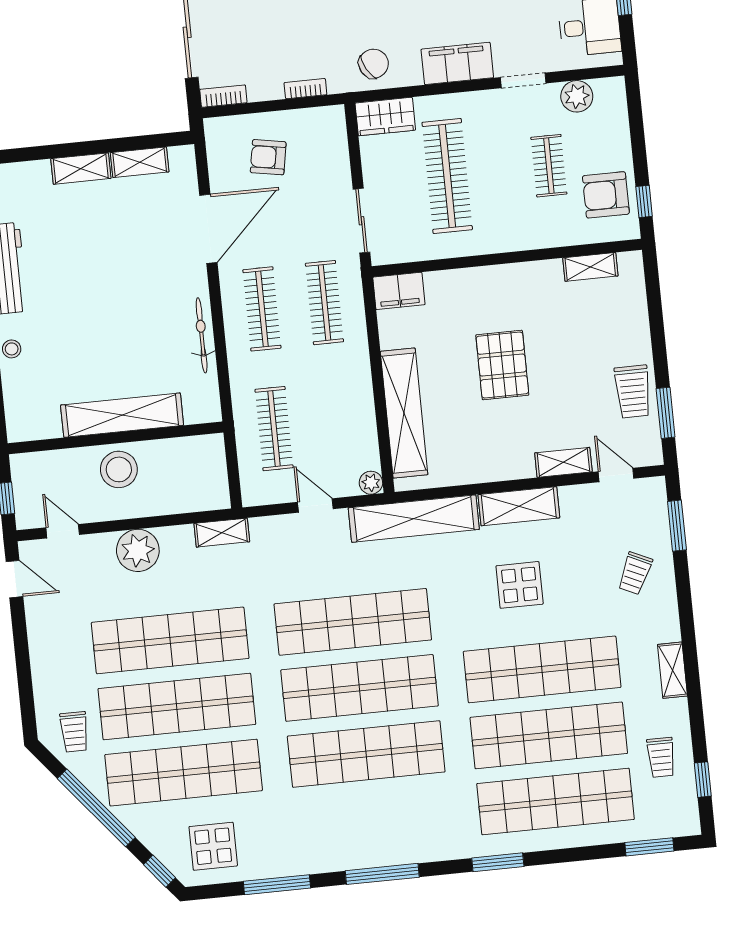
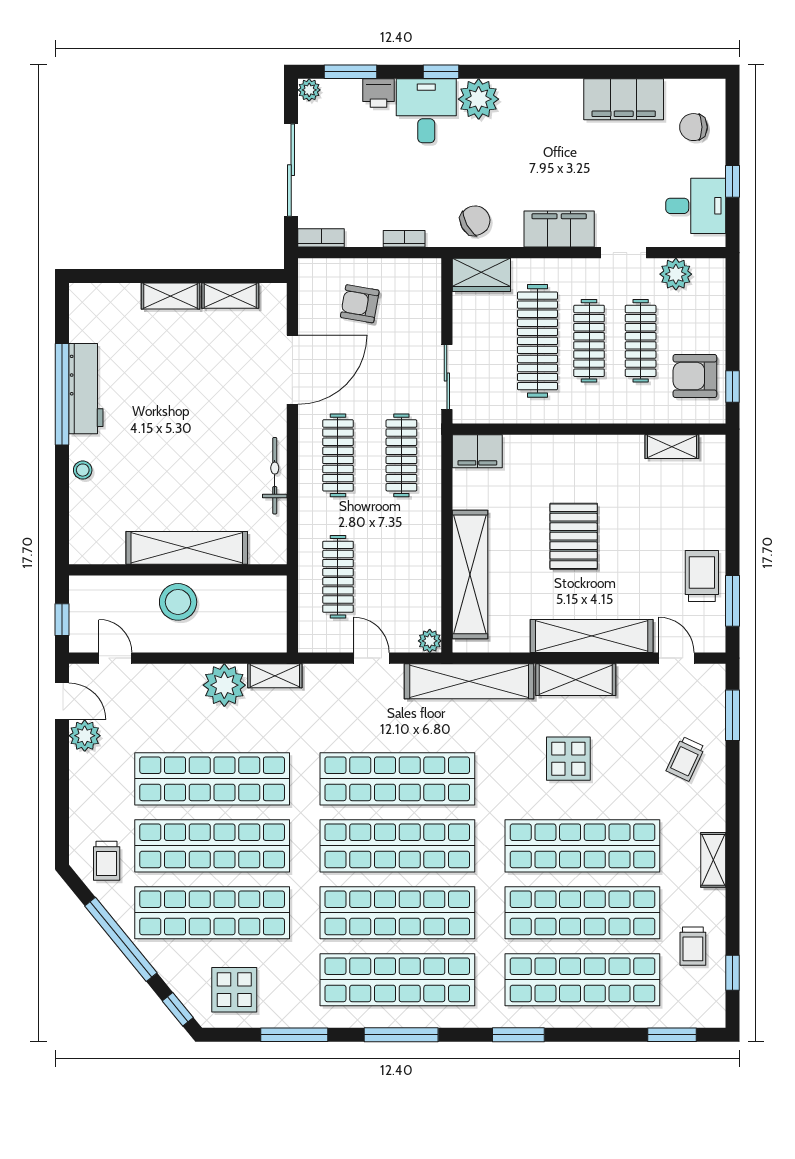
clothes rail: (549, 166) -> (641, 341), width x1.36
clothes rail: (498, 171) -> (589, 341), added
trolley: (633, 391) -> (702, 576), turned 180
shelving: (563, 462) -> (592, 636), width x2.20, depth x1.33
plant: (138, 550) -> (224, 685), moved
plant: (40, 611) -> (85, 736), added
shop shelf: (373, 820) -> (397, 980), added

